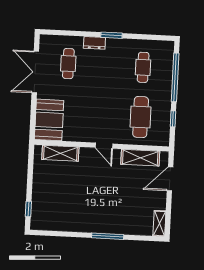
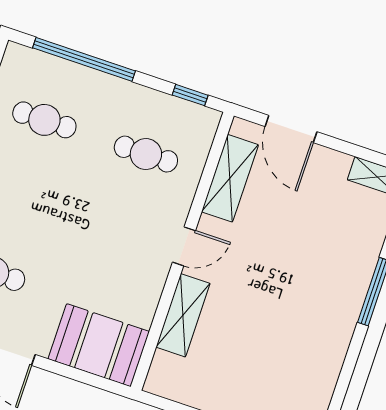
cafe table: (141, 117) -> (146, 154), width x0.73, depth x0.74
window: (173, 119) -> (190, 95), moved
shelving: (60, 153) -> (183, 315), moved

